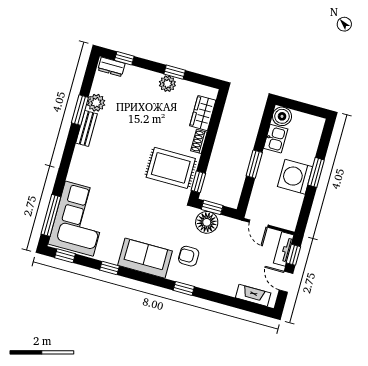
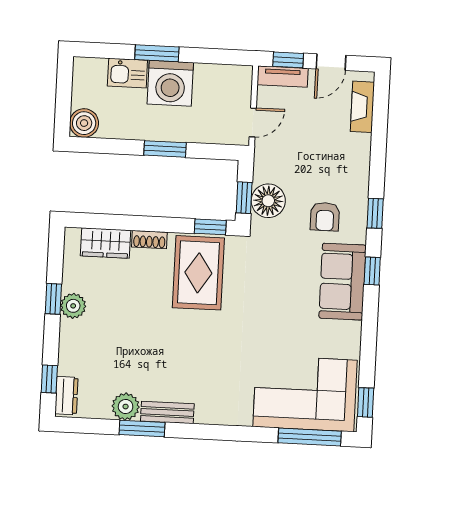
kitchen sink: (276, 139) -> (127, 73), moved, turned 180
window: (110, 268) -> (372, 271), moved

